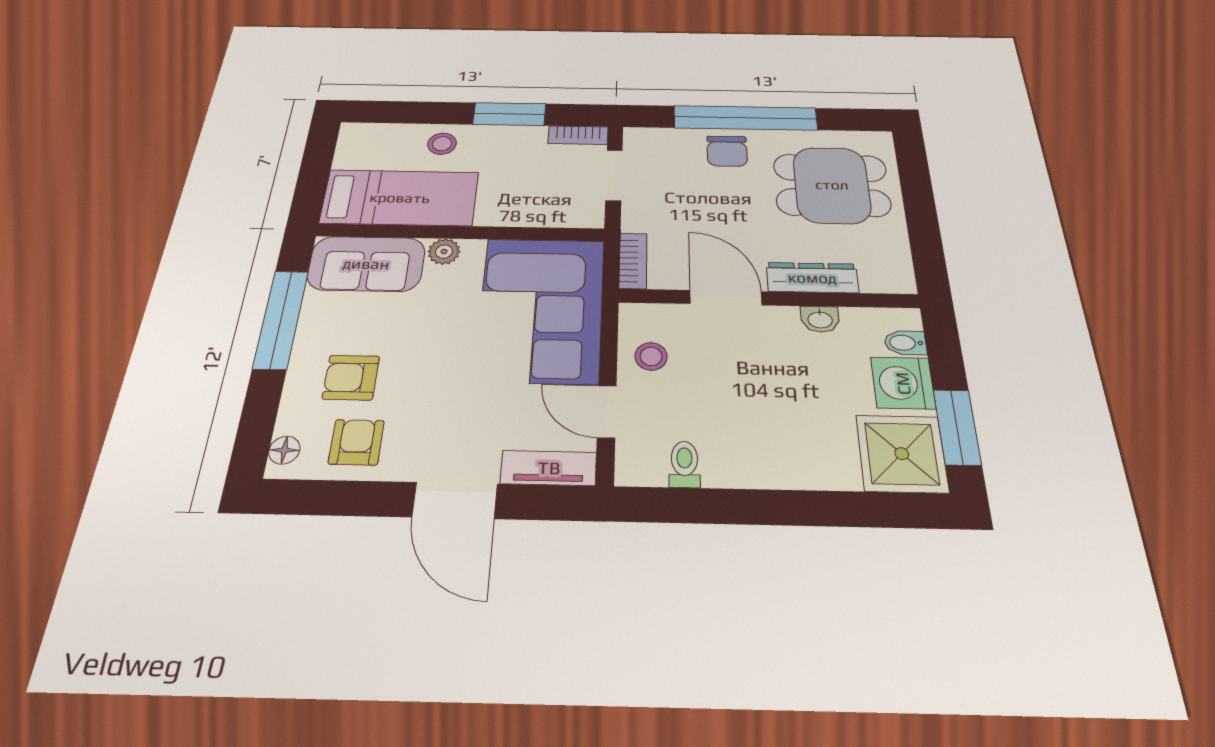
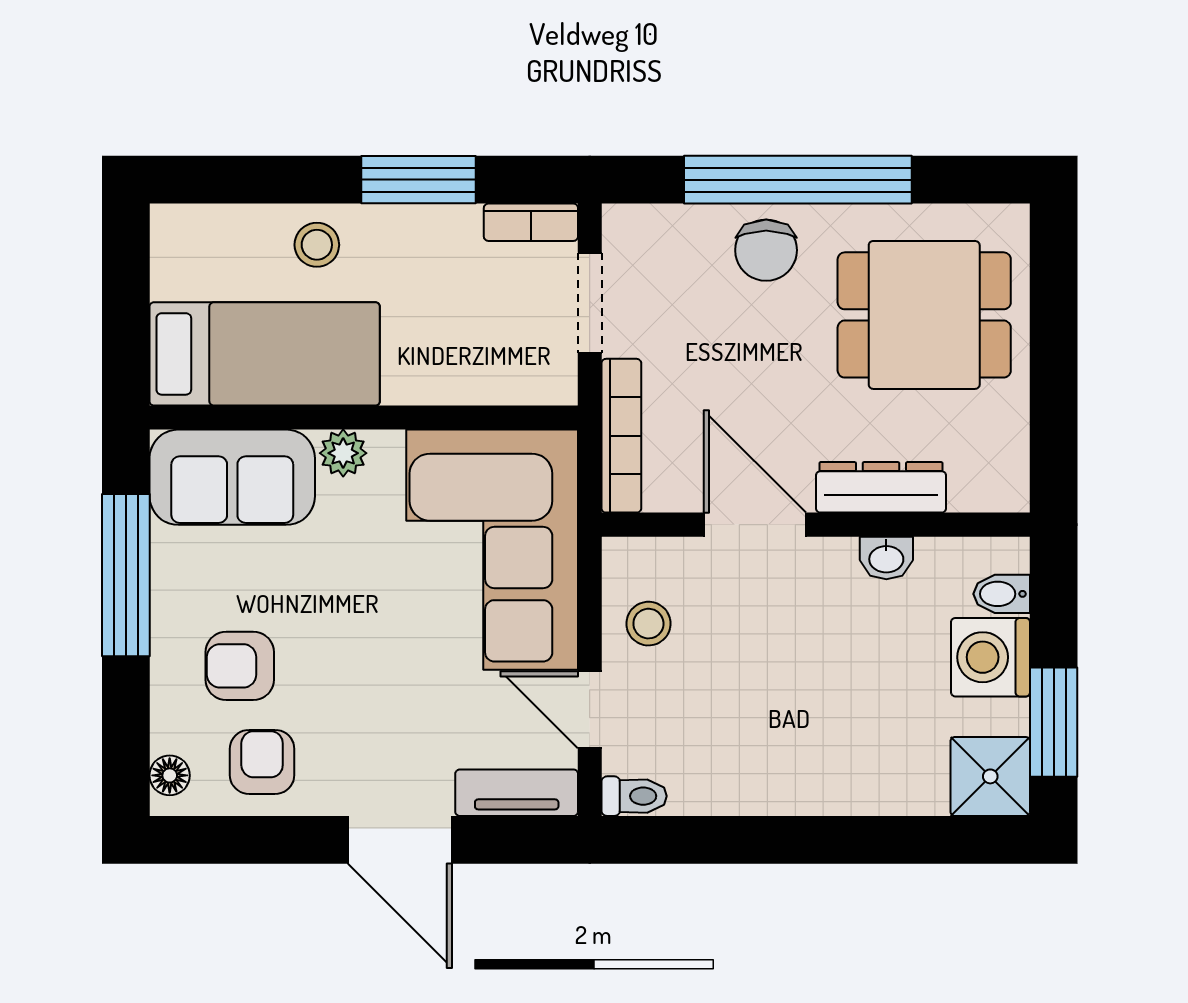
bookcase: (633, 261) -> (621, 436), width x1.56
shower: (902, 454) -> (990, 776), width x0.73, depth x0.73
toilet: (684, 464) -> (634, 796), moved, turned 90

